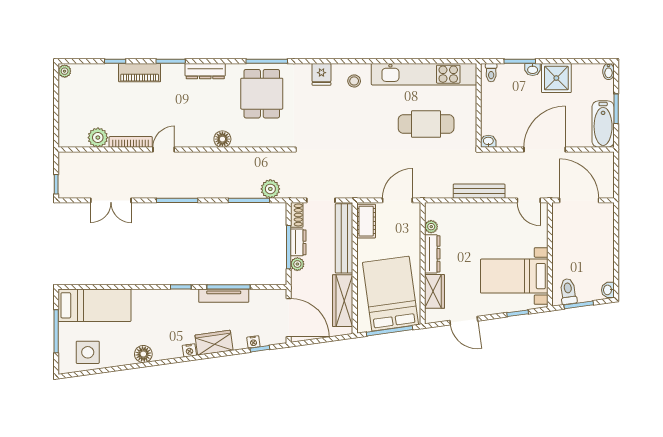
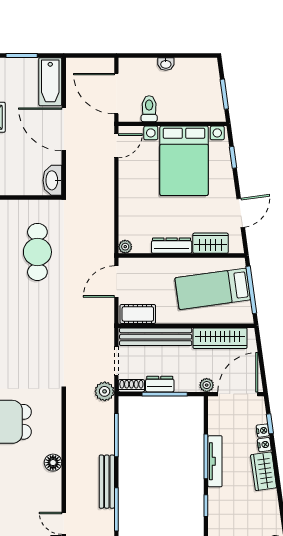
bathtub: (603, 124) -> (50, 82), moved, turned 90
washbasin: (488, 141) -> (52, 180), width x1.91, depth x1.45
plant: (270, 189) -> (105, 391), moved
bench: (479, 191) -> (107, 482), moved
door: (397, 200) -> (116, 282), hinge flipped
door: (579, 200) -> (116, 94), hinge flipped
plant: (431, 227) -> (125, 247), moved
plant: (297, 264) -> (207, 385), moved
bed with nightstands: (514, 276) -> (184, 161), width x1.36
washbasin: (608, 290) -> (166, 64), moved
toilet: (568, 291) -> (149, 109), moved, turned 98
bed: (390, 294) -> (213, 289), width x0.67
nightstand: (189, 350) -> (264, 445), moved

